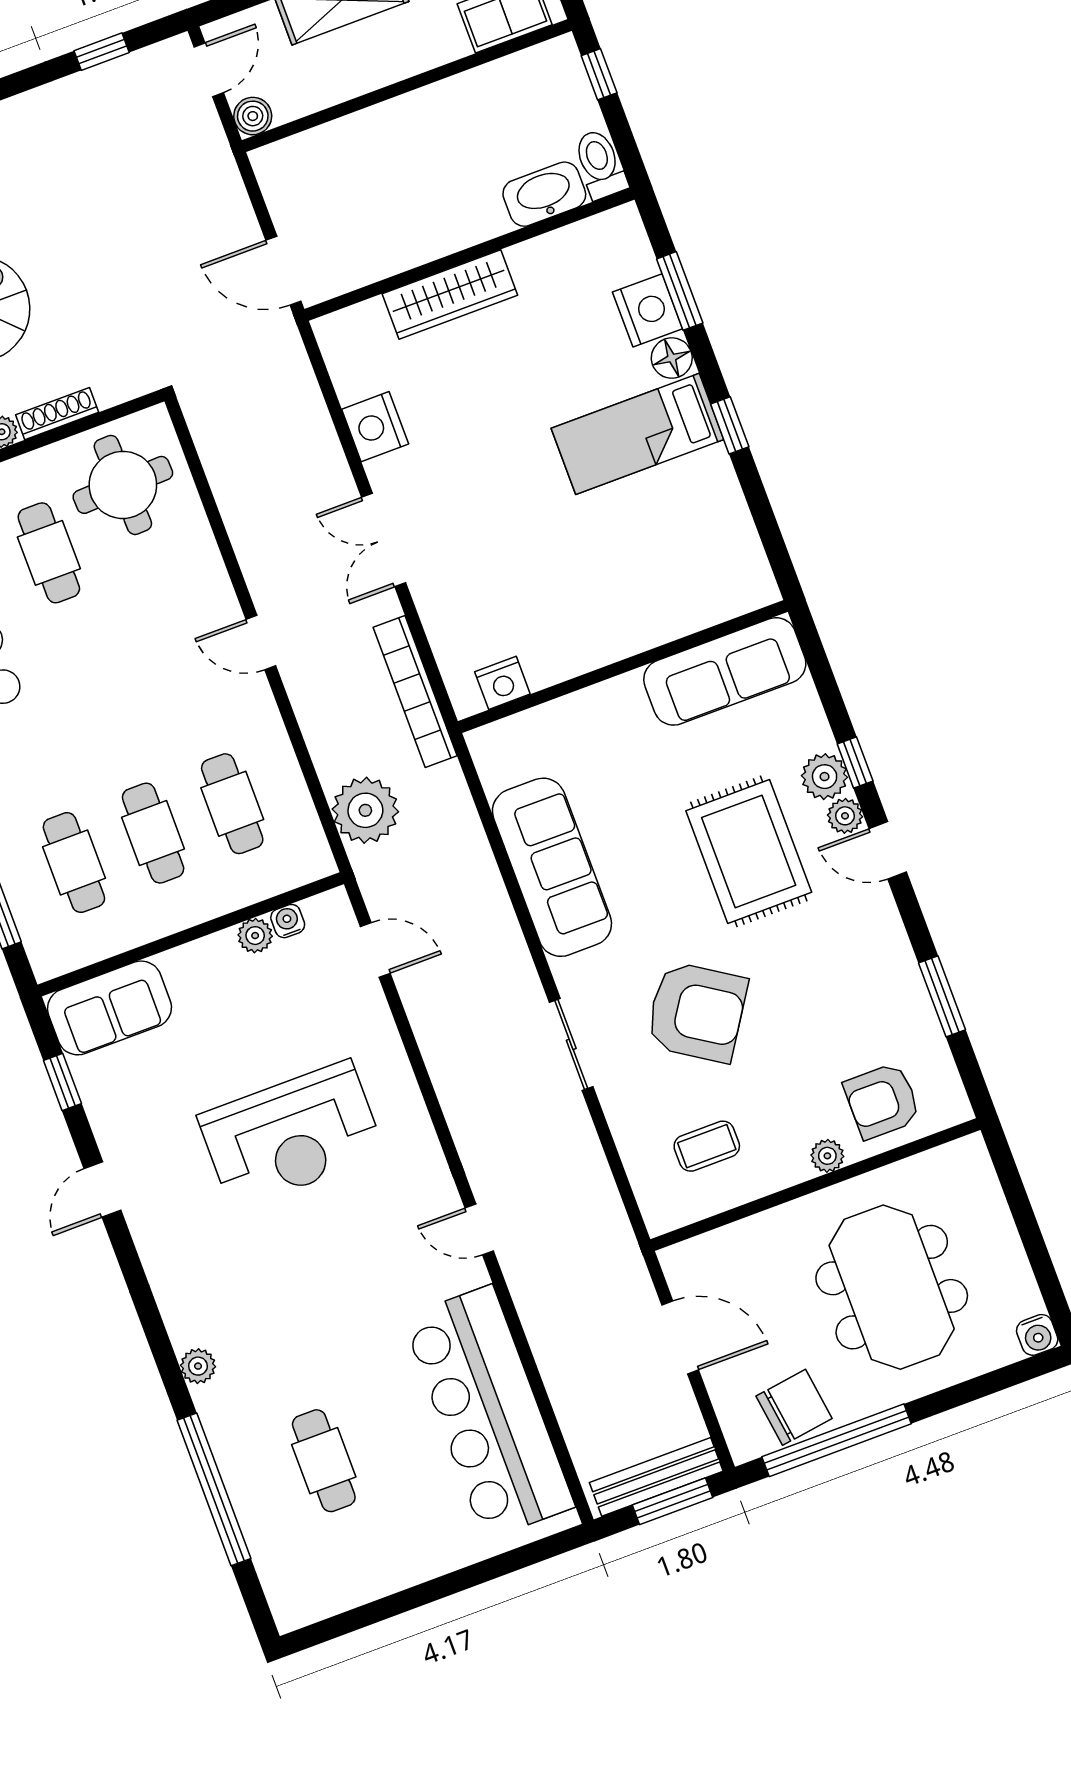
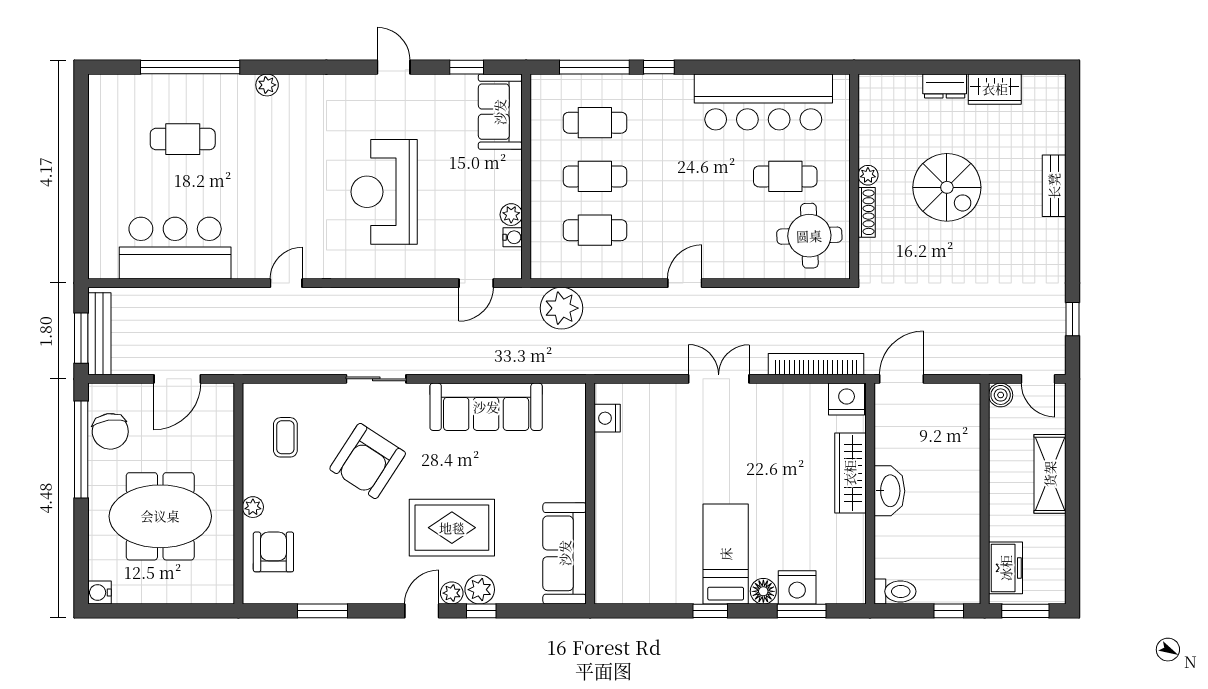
washbasin: (544, 194) -> (889, 491), moved
nightstand: (375, 427) -> (847, 399), moved
bookcase: (415, 692) -> (816, 364), moved
bar counter: (489, 1412) -> (175, 248), width x0.73

